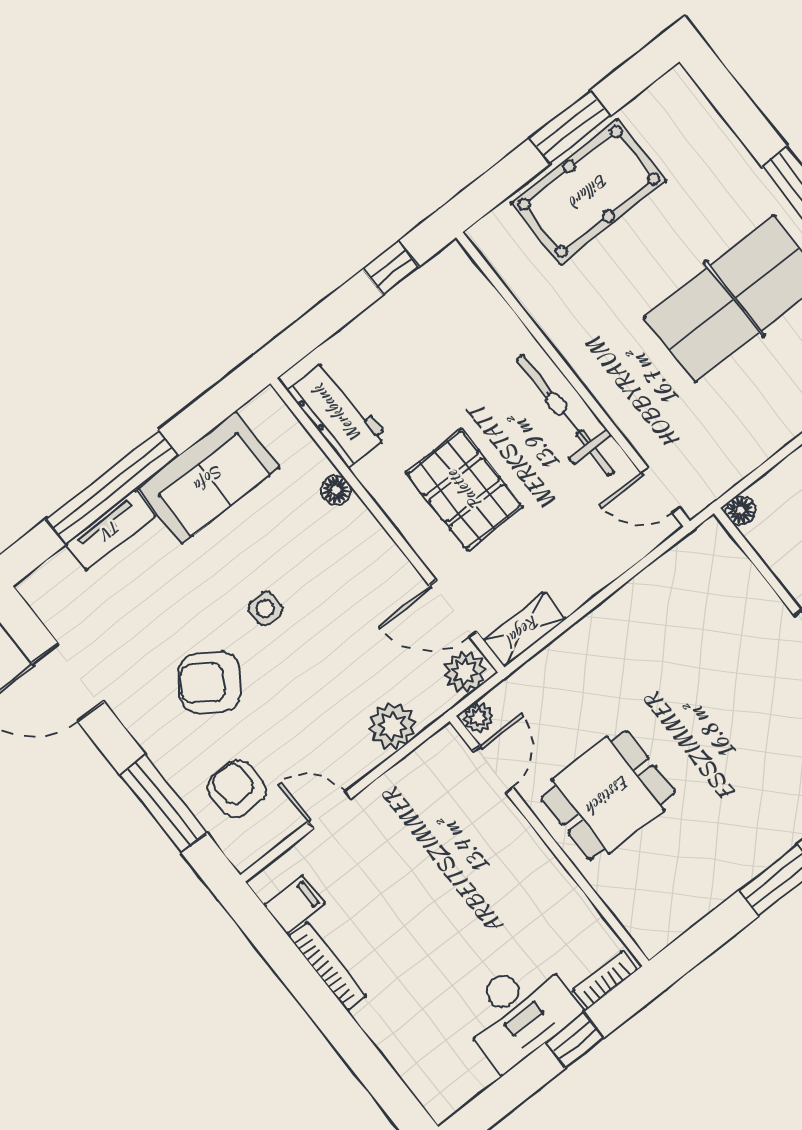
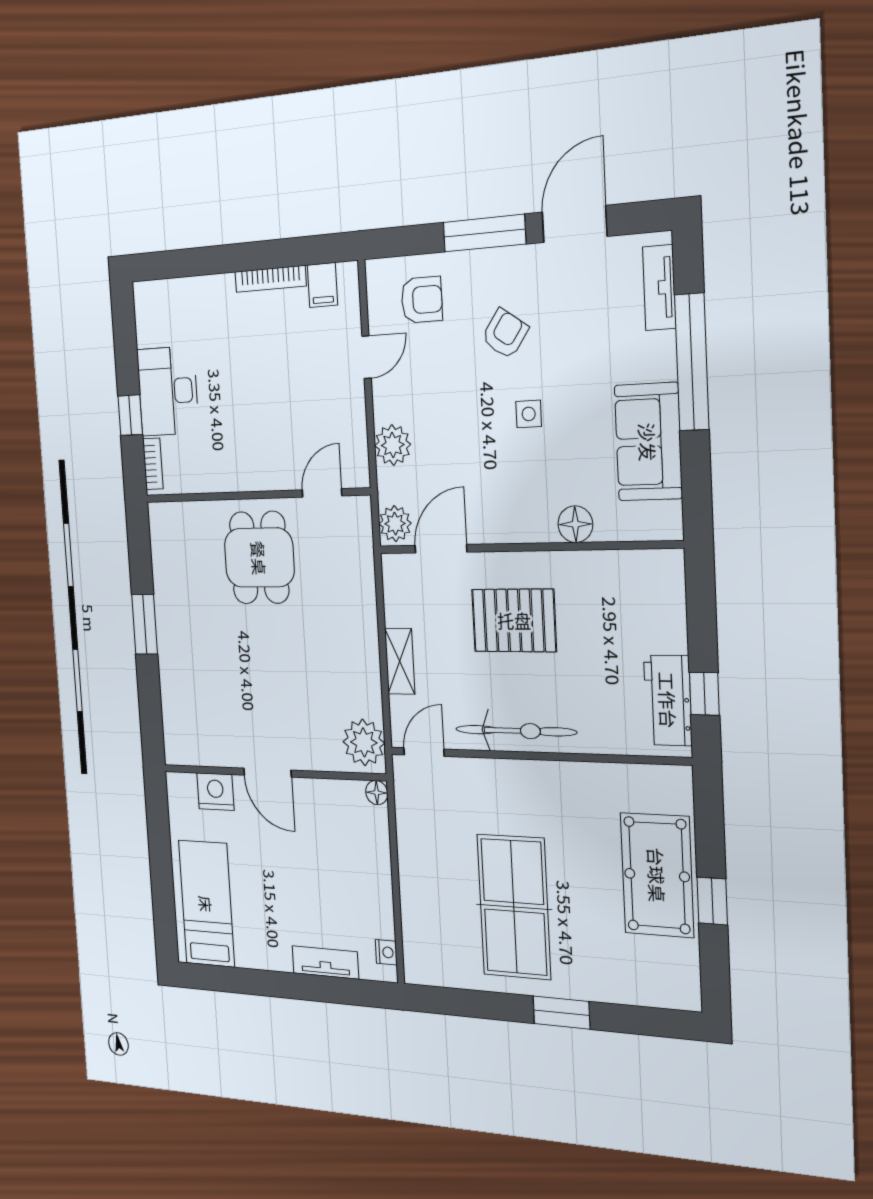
window: (570, 127) -> (712, 901), width x0.67
workbench: (337, 414) -> (668, 700), moved, turned 90
floor lamp: (336, 490) -> (575, 524), width x1.37, depth x1.37
tv unit: (111, 530) -> (659, 288), moved
shelving: (524, 630) -> (400, 661), moved
armchair: (210, 683) -> (505, 334), width x0.72, depth x0.72
plant: (478, 717) -> (364, 742), moved, width x1.87, depth x1.87
door: (493, 769) -> (322, 493), swing flipped
window: (164, 804) -> (484, 233), moved

